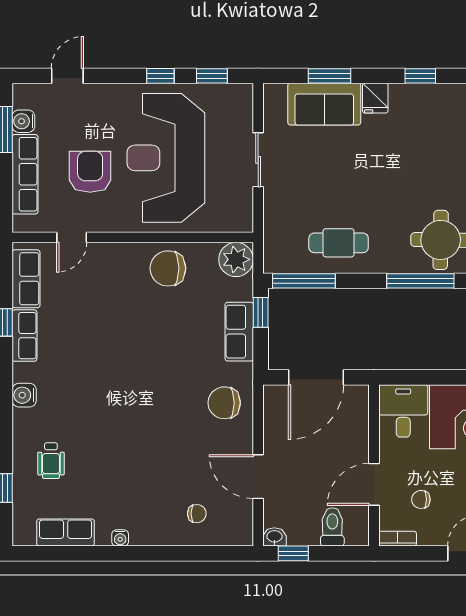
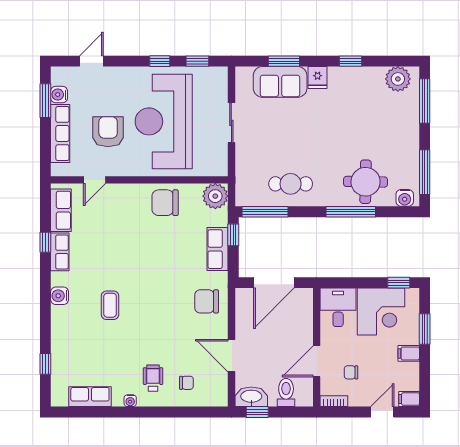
coffee table: (93, 408) -> (110, 305), added
wheelchair: (51, 461) -> (153, 378), moved, turned 180
washbasin: (274, 537) -> (251, 397), width x1.91, depth x1.45

